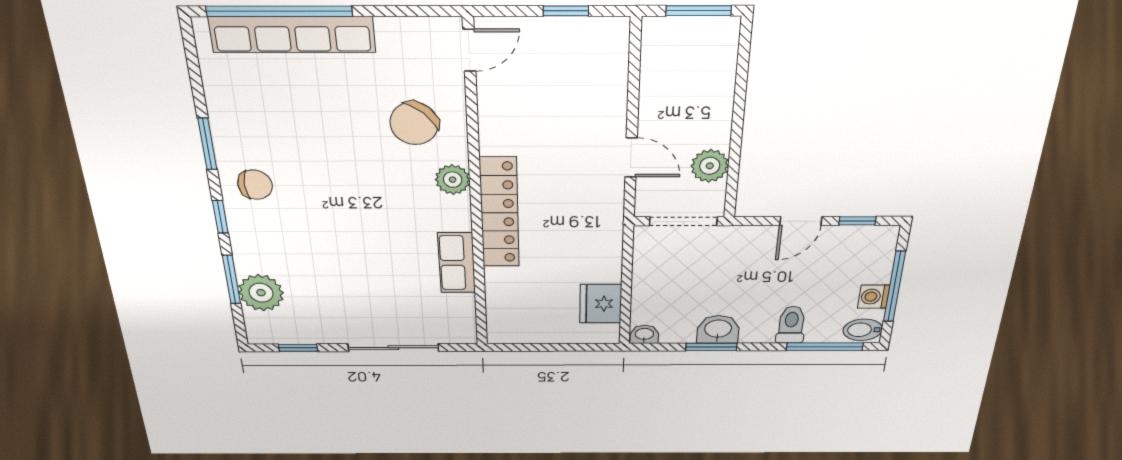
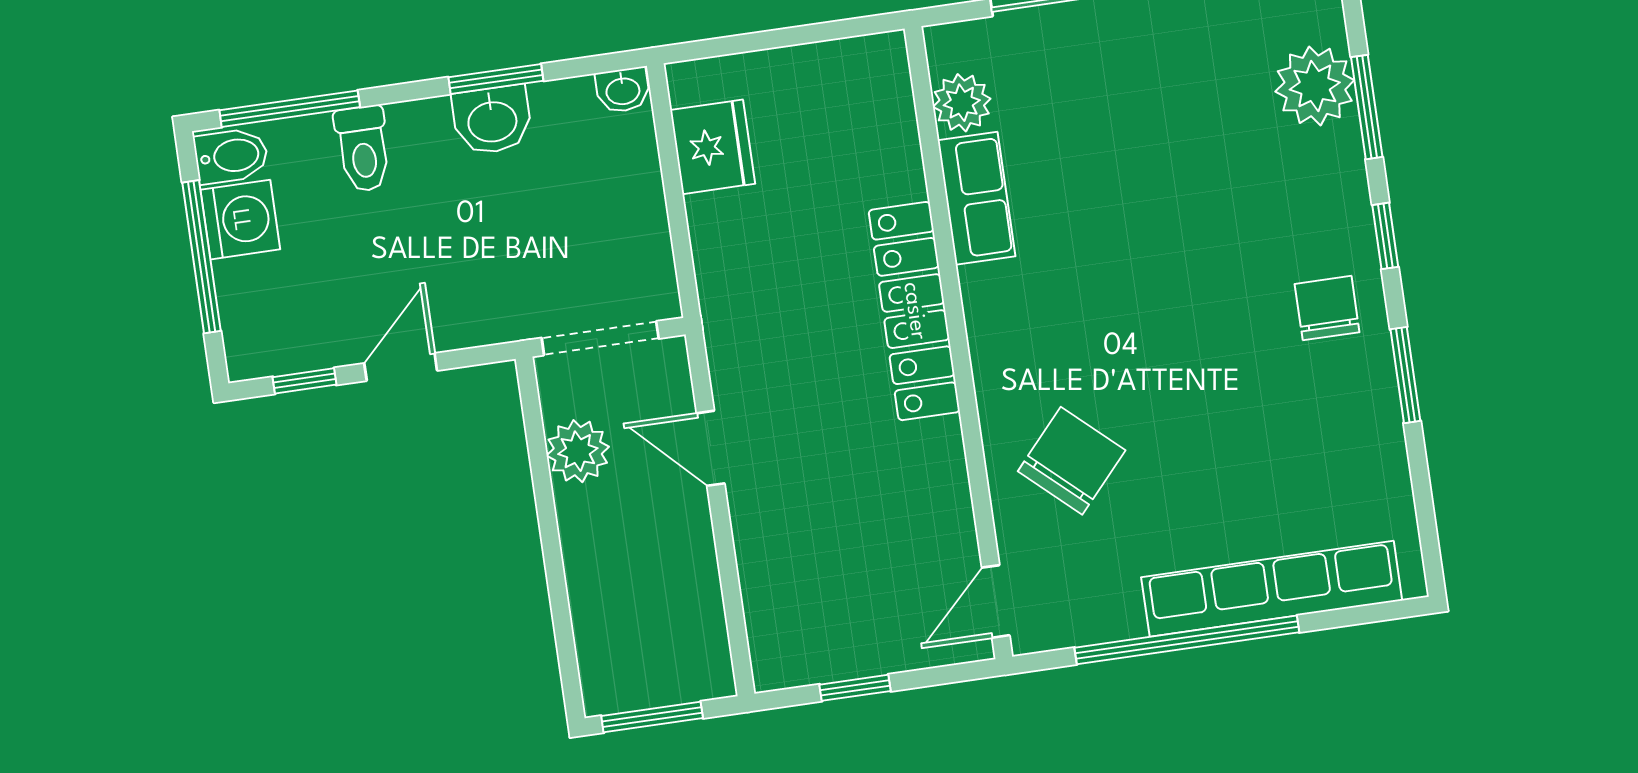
window: (279, 11) -> (1187, 640), moved
plant: (453, 180) -> (962, 103), moved
chair: (255, 185) -> (1327, 308), turned 90
washing machine: (874, 297) -> (240, 220), width x1.38, depth x1.38

